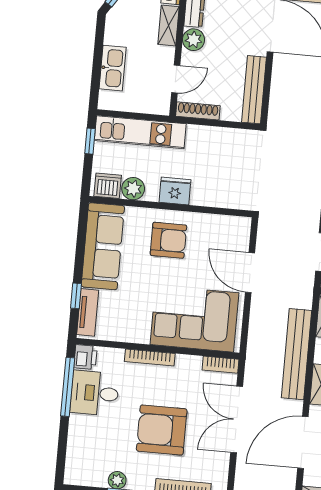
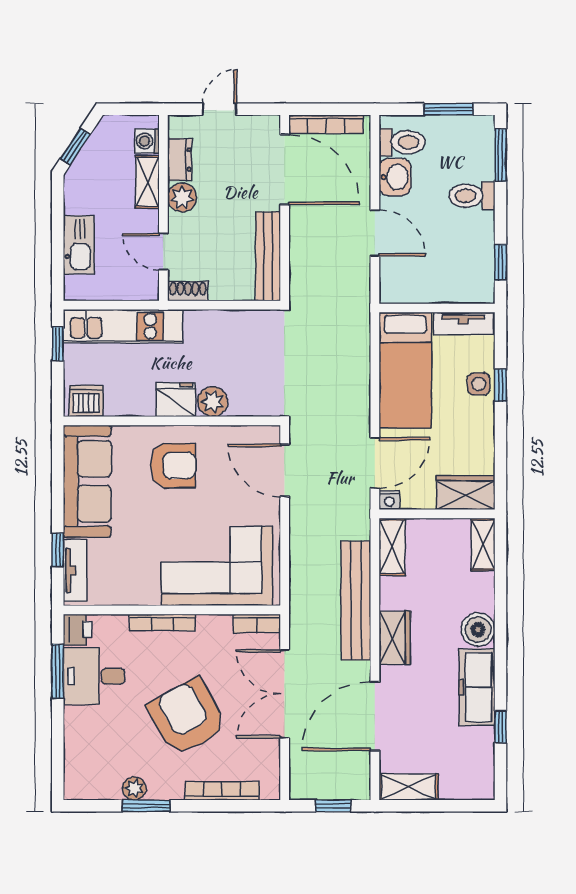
door: (176, 79) -> (163, 252), swing flipped
shoe rack: (198, 111) -> (188, 291), width x0.70
plant: (133, 189) -> (213, 402), moved
door: (250, 273) -> (285, 470), moved
window: (68, 387) -> (58, 671), width x0.69
armchair: (162, 430) -> (187, 717), turned 61

